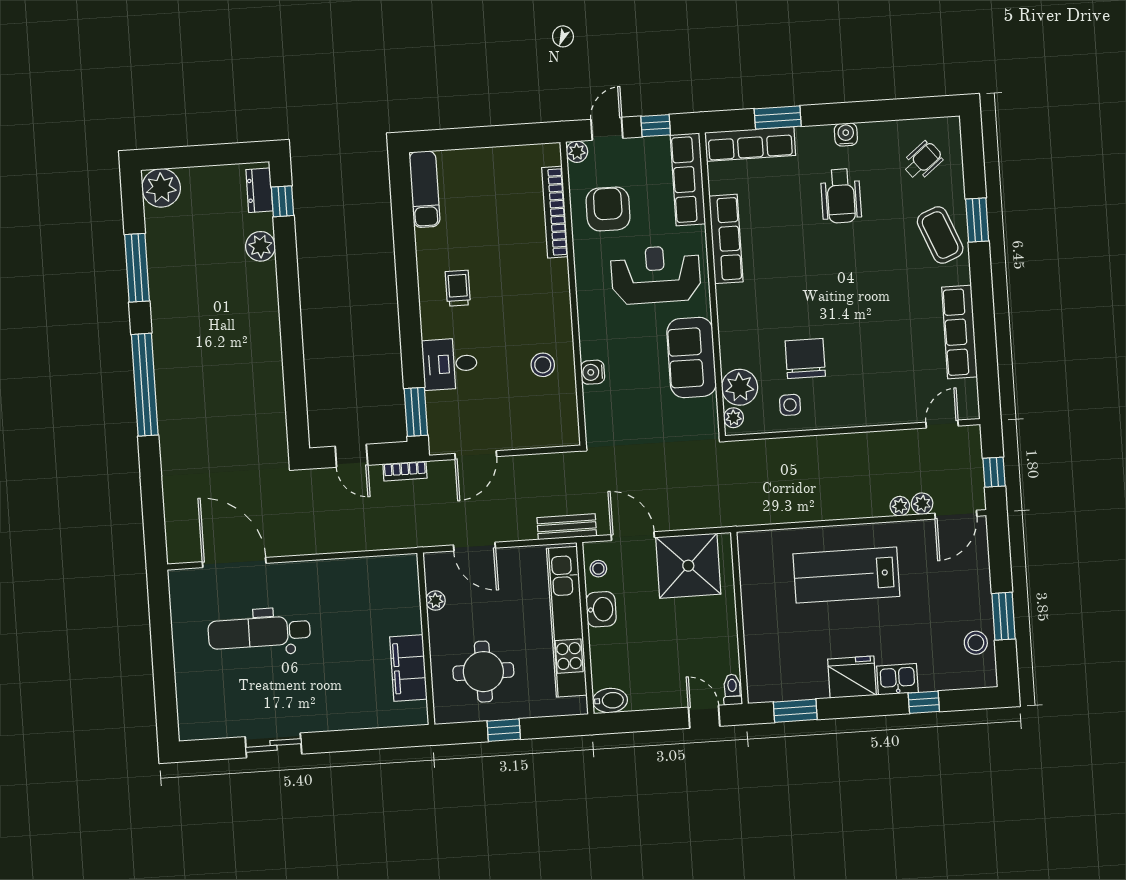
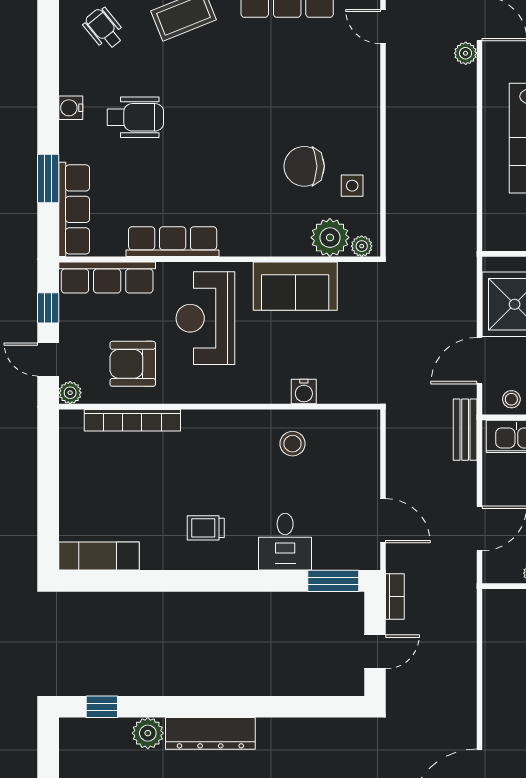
dresser: (259, 190) -> (210, 733), moved, width x1.96, depth x1.24
plant: (900, 506) -> (467, 77), removed

